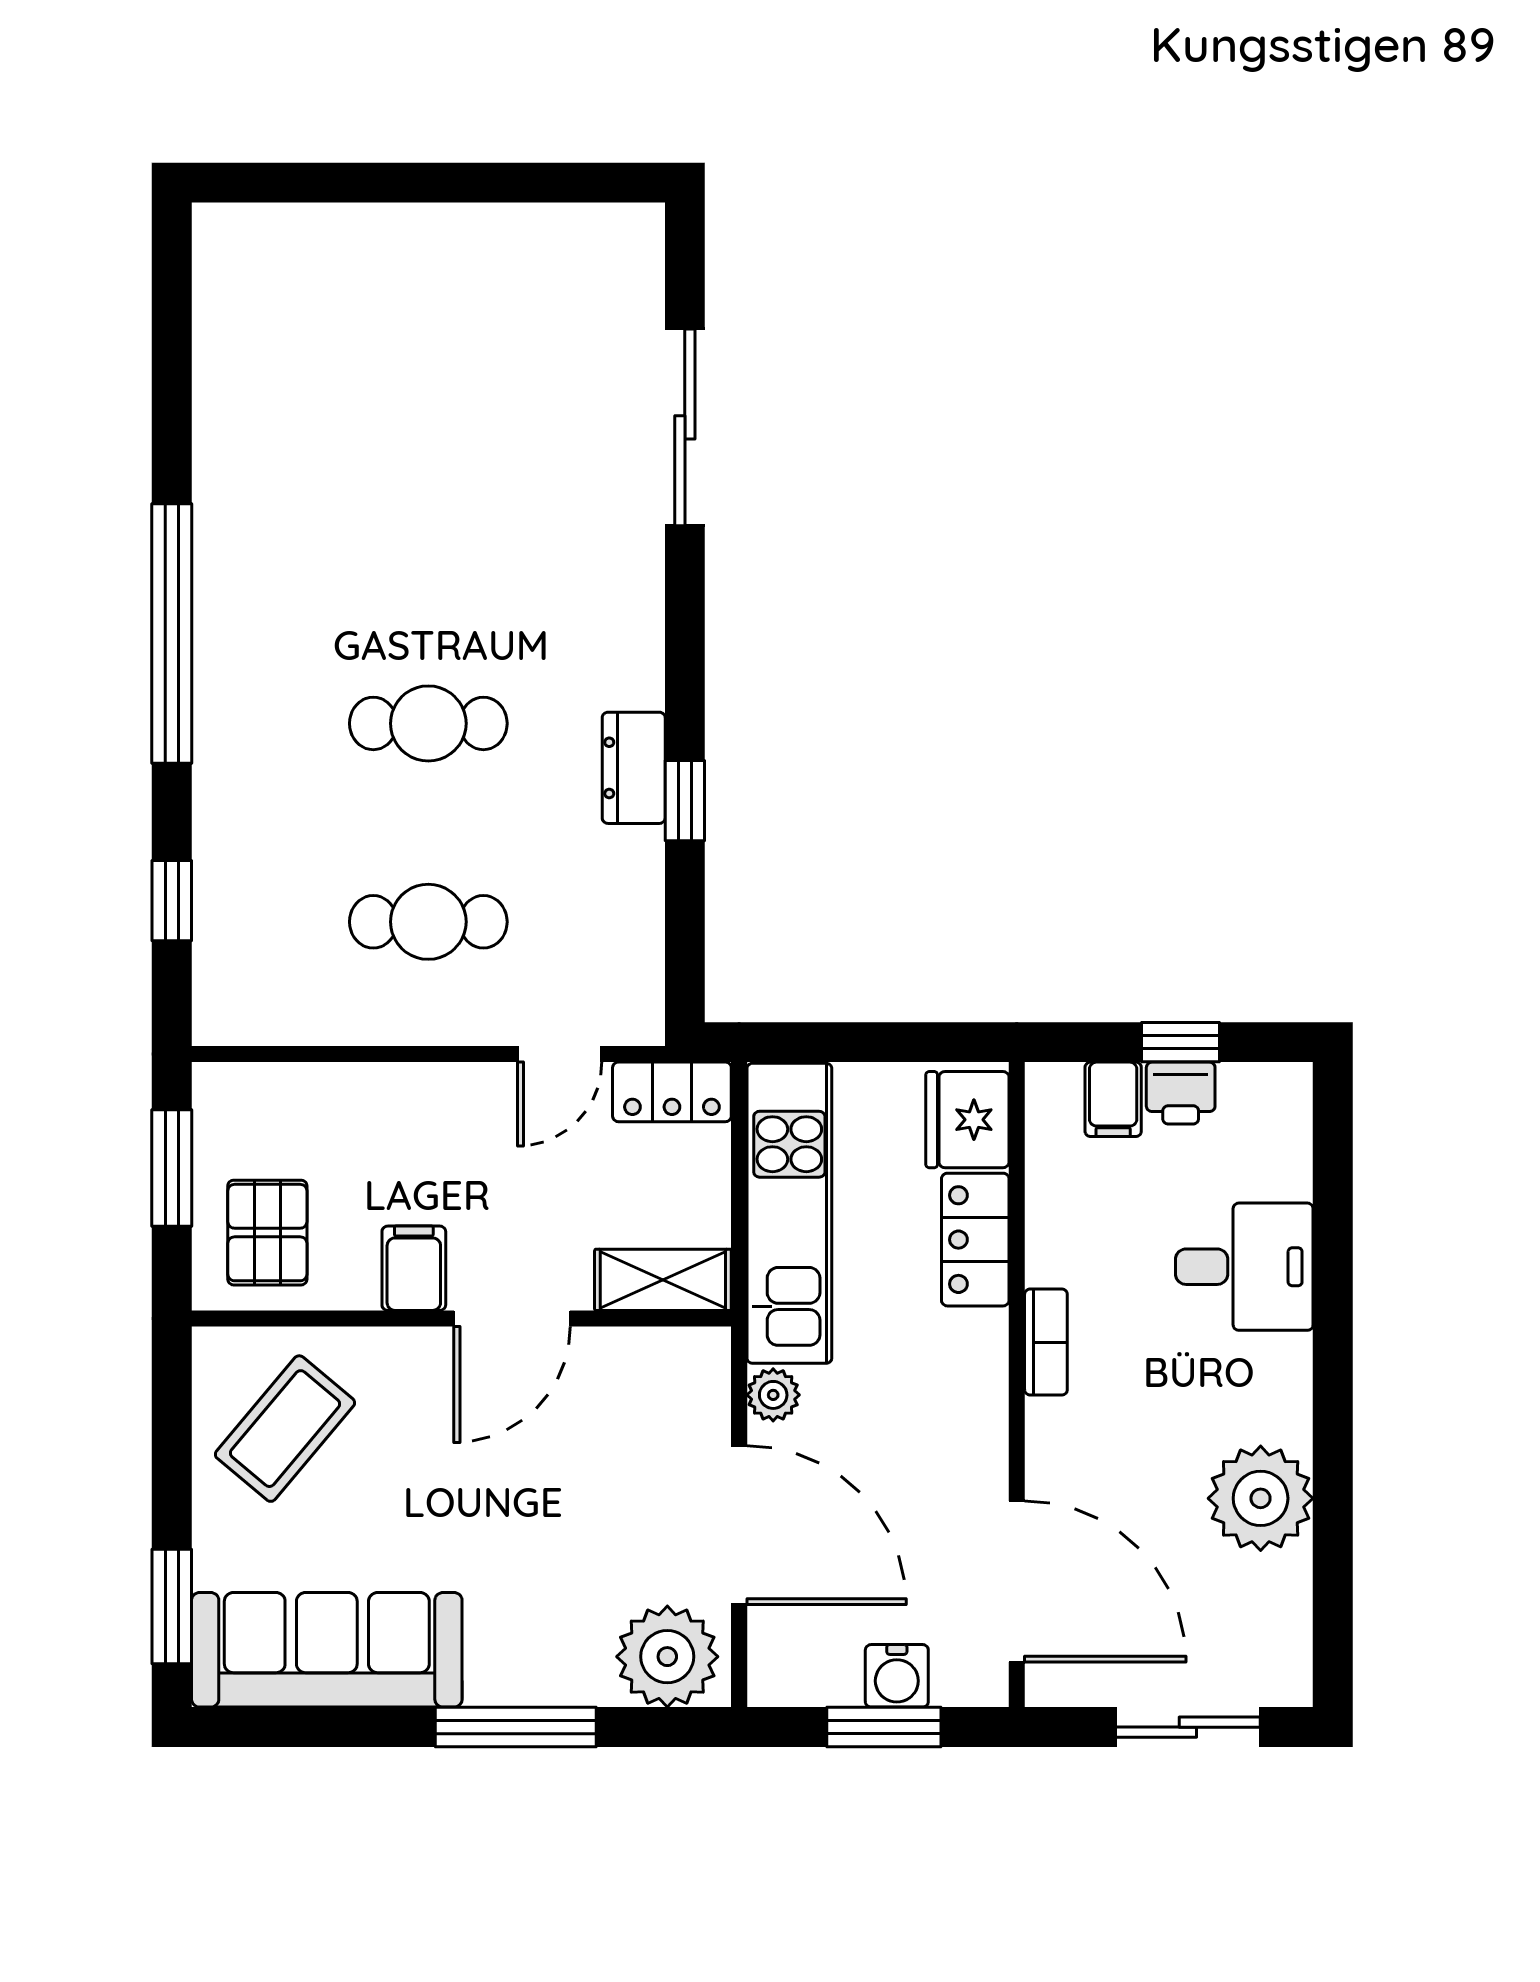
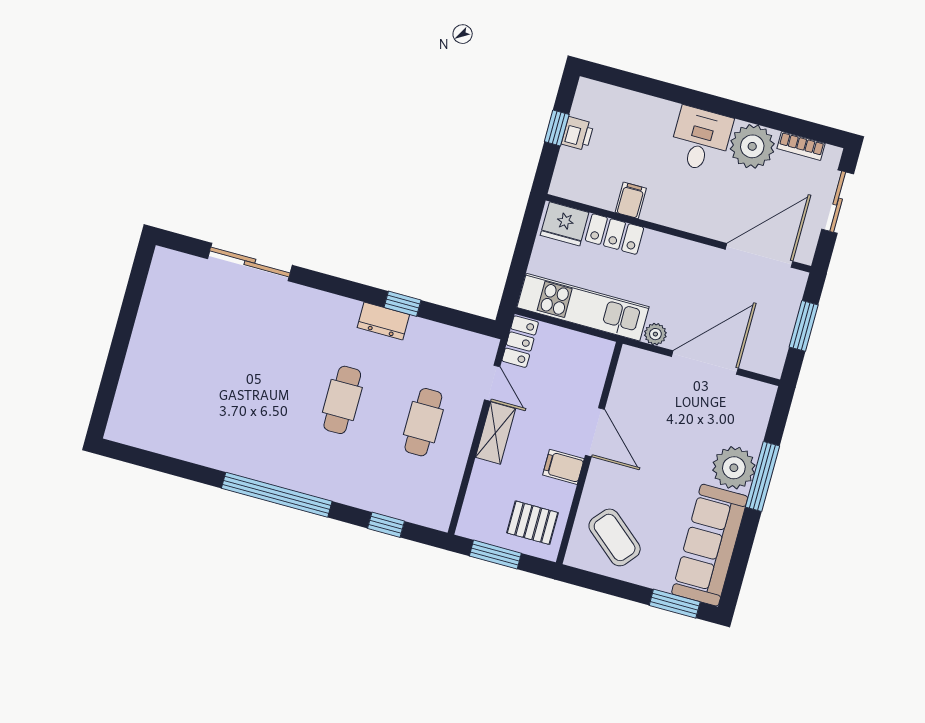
filing cabinet: (1113, 1099) -> (631, 200), moved, turned -90
desk: (1244, 1267) -> (701, 139), moved
shelving: (663, 1280) -> (496, 433), moved
bookcase: (1046, 1342) -> (801, 146), moved, turned 180
plant: (667, 1657) -> (734, 468), moved
water cooler: (897, 1676) -> (784, 315), removed

